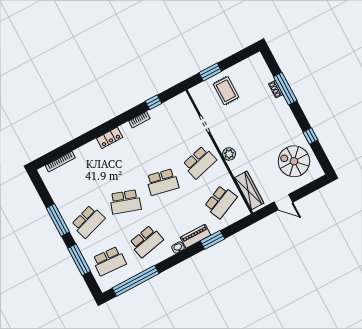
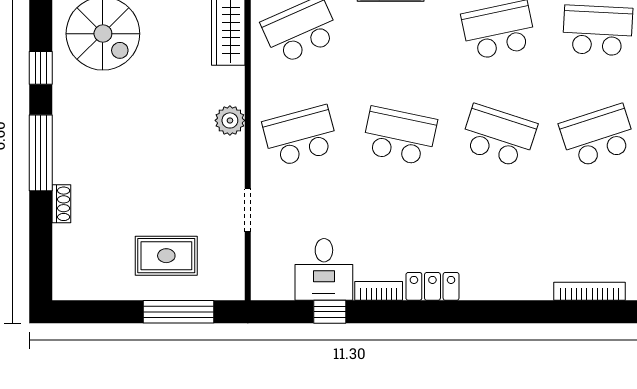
window: (210, 72) -> (178, 312), width x1.44
window: (285, 89) -> (41, 153), moved
rug: (226, 91) -> (166, 256), turned 90
desk: (164, 117) -> (324, 269), added
locker: (110, 138) -> (432, 286), moved

